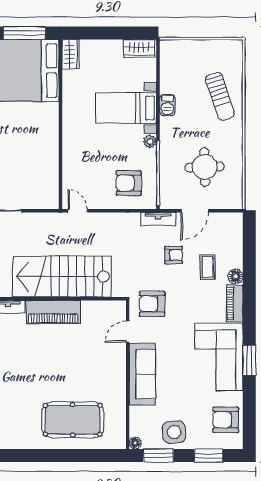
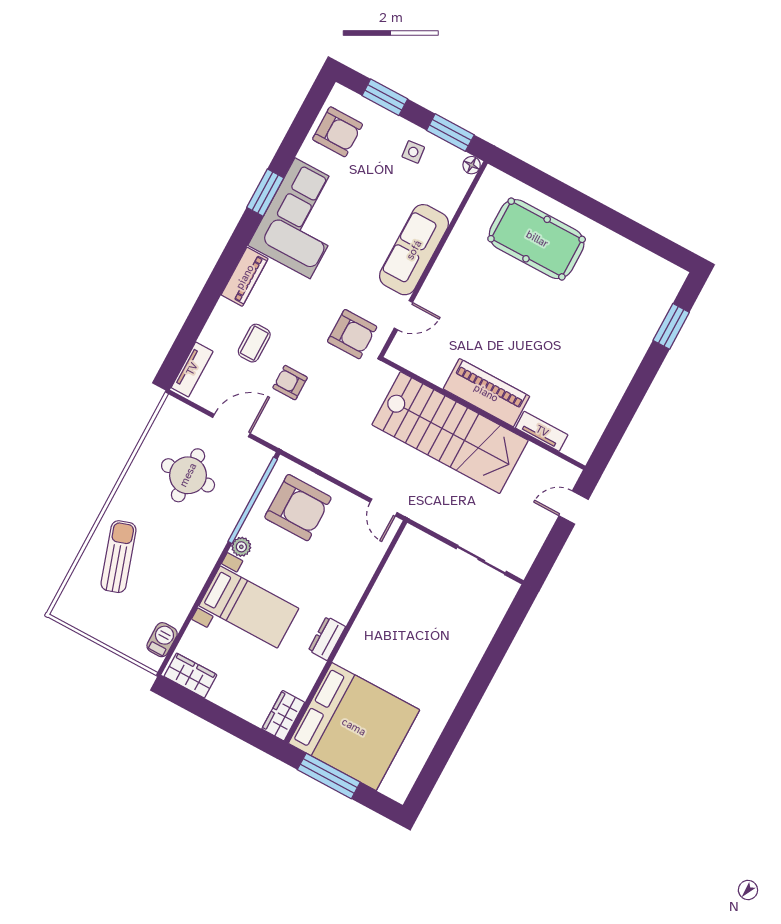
barbecue: (167, 105) -> (162, 640), moved
dresser: (69, 114) -> (327, 638), added
armchair: (129, 183) -> (298, 508), width x1.36, depth x1.36
tv unit: (158, 219) -> (192, 369), moved, turned 90
floor lamp: (235, 276) -> (224, 311), removed
side table: (174, 432) -> (413, 152), width x0.54, depth x0.54

